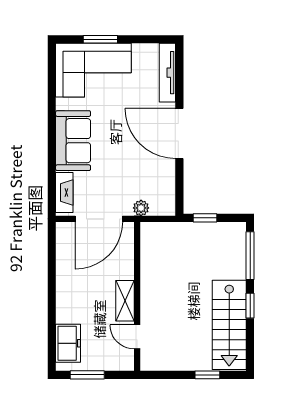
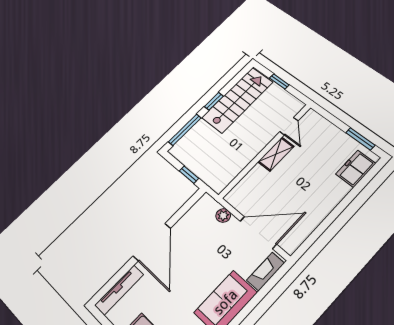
wall: (137, 296) -> (265, 151), moved
shelving: (125, 301) -> (276, 154), moved
door: (137, 337) -> (289, 126), moved

